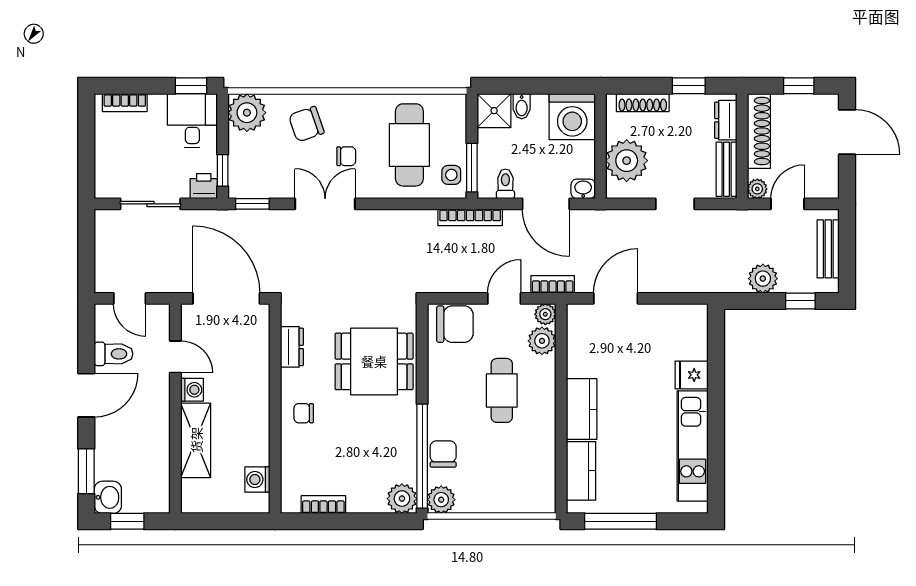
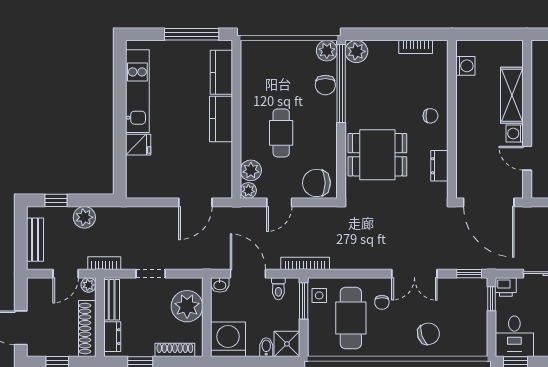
plant: (247, 113) -> (473, 342), removed
chair: (346, 156) -> (382, 302), moved, turned -90
bookcase: (553, 284) -> (104, 263), moved, turned 180

